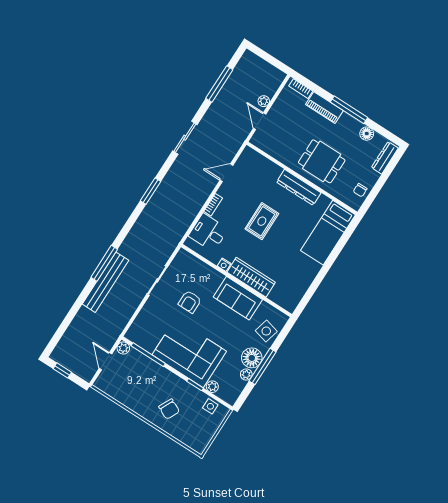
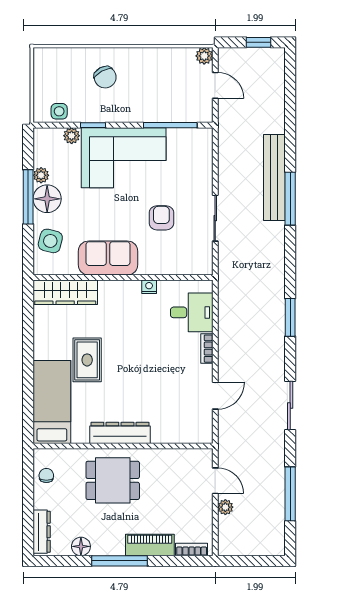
rug: (262, 221) -> (87, 360), moved
wardrobe: (251, 277) -> (65, 292), moved
plant: (123, 348) -> (204, 56), moved
chair: (169, 409) -> (105, 77), turned -144

